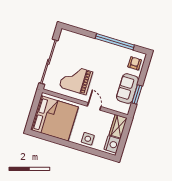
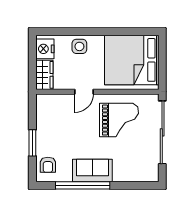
sofa: (127, 89) -> (92, 170), moved, turned -90
window: (137, 94) -> (32, 143), moved
door: (94, 106) -> (84, 92), hinge flipped

